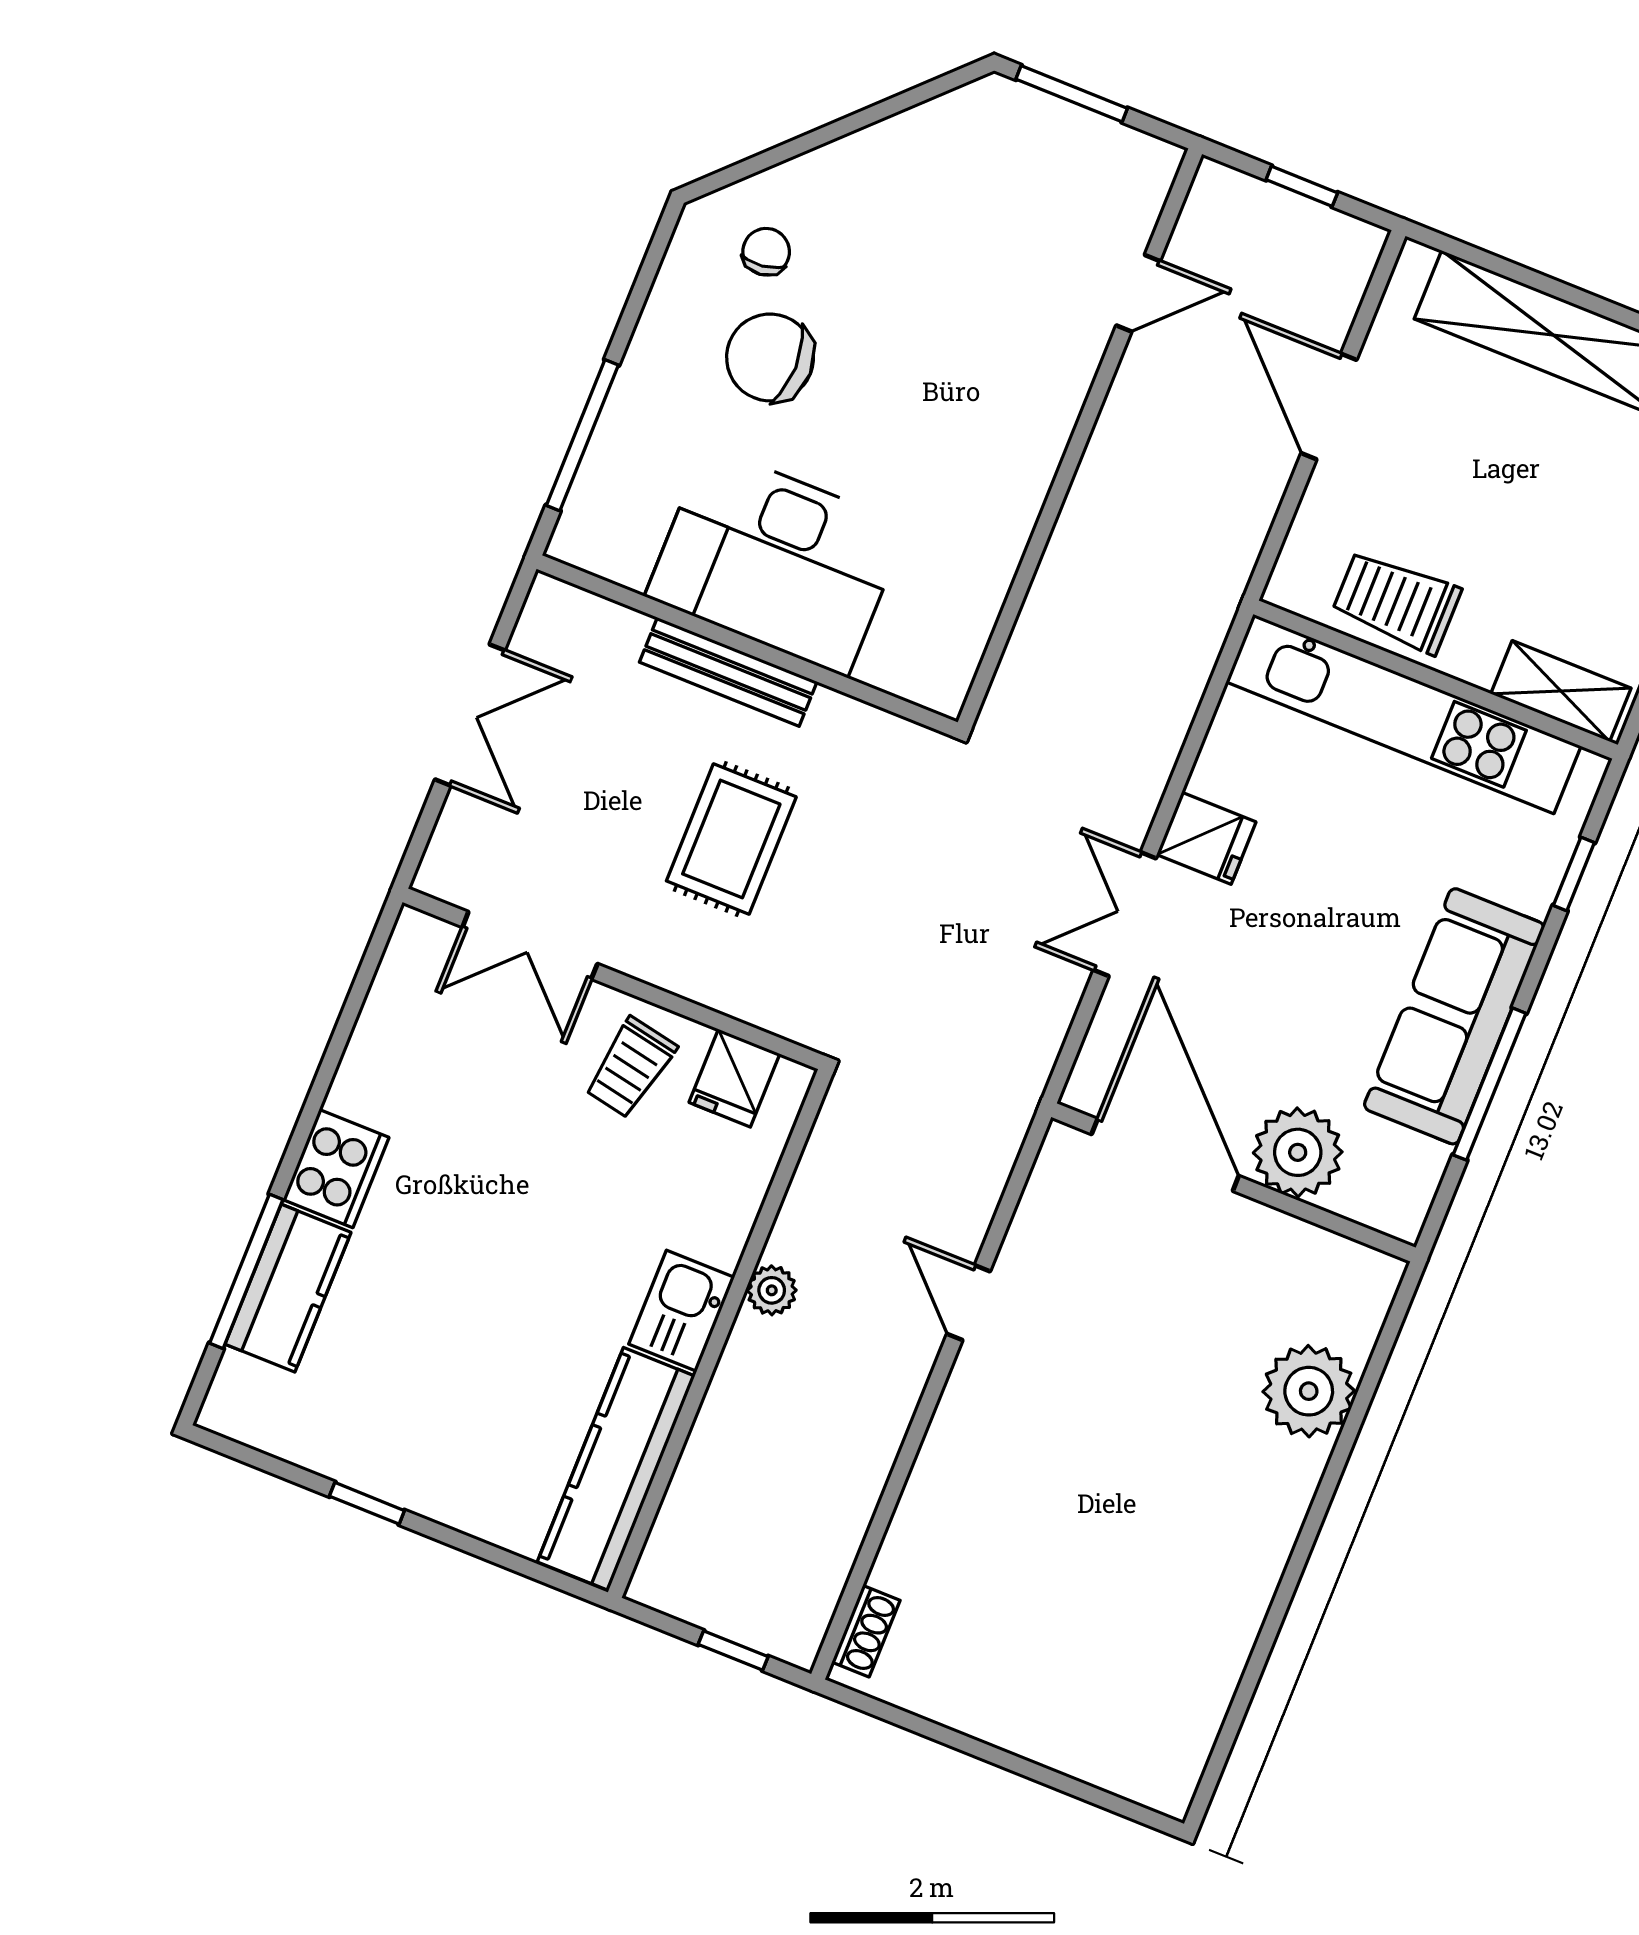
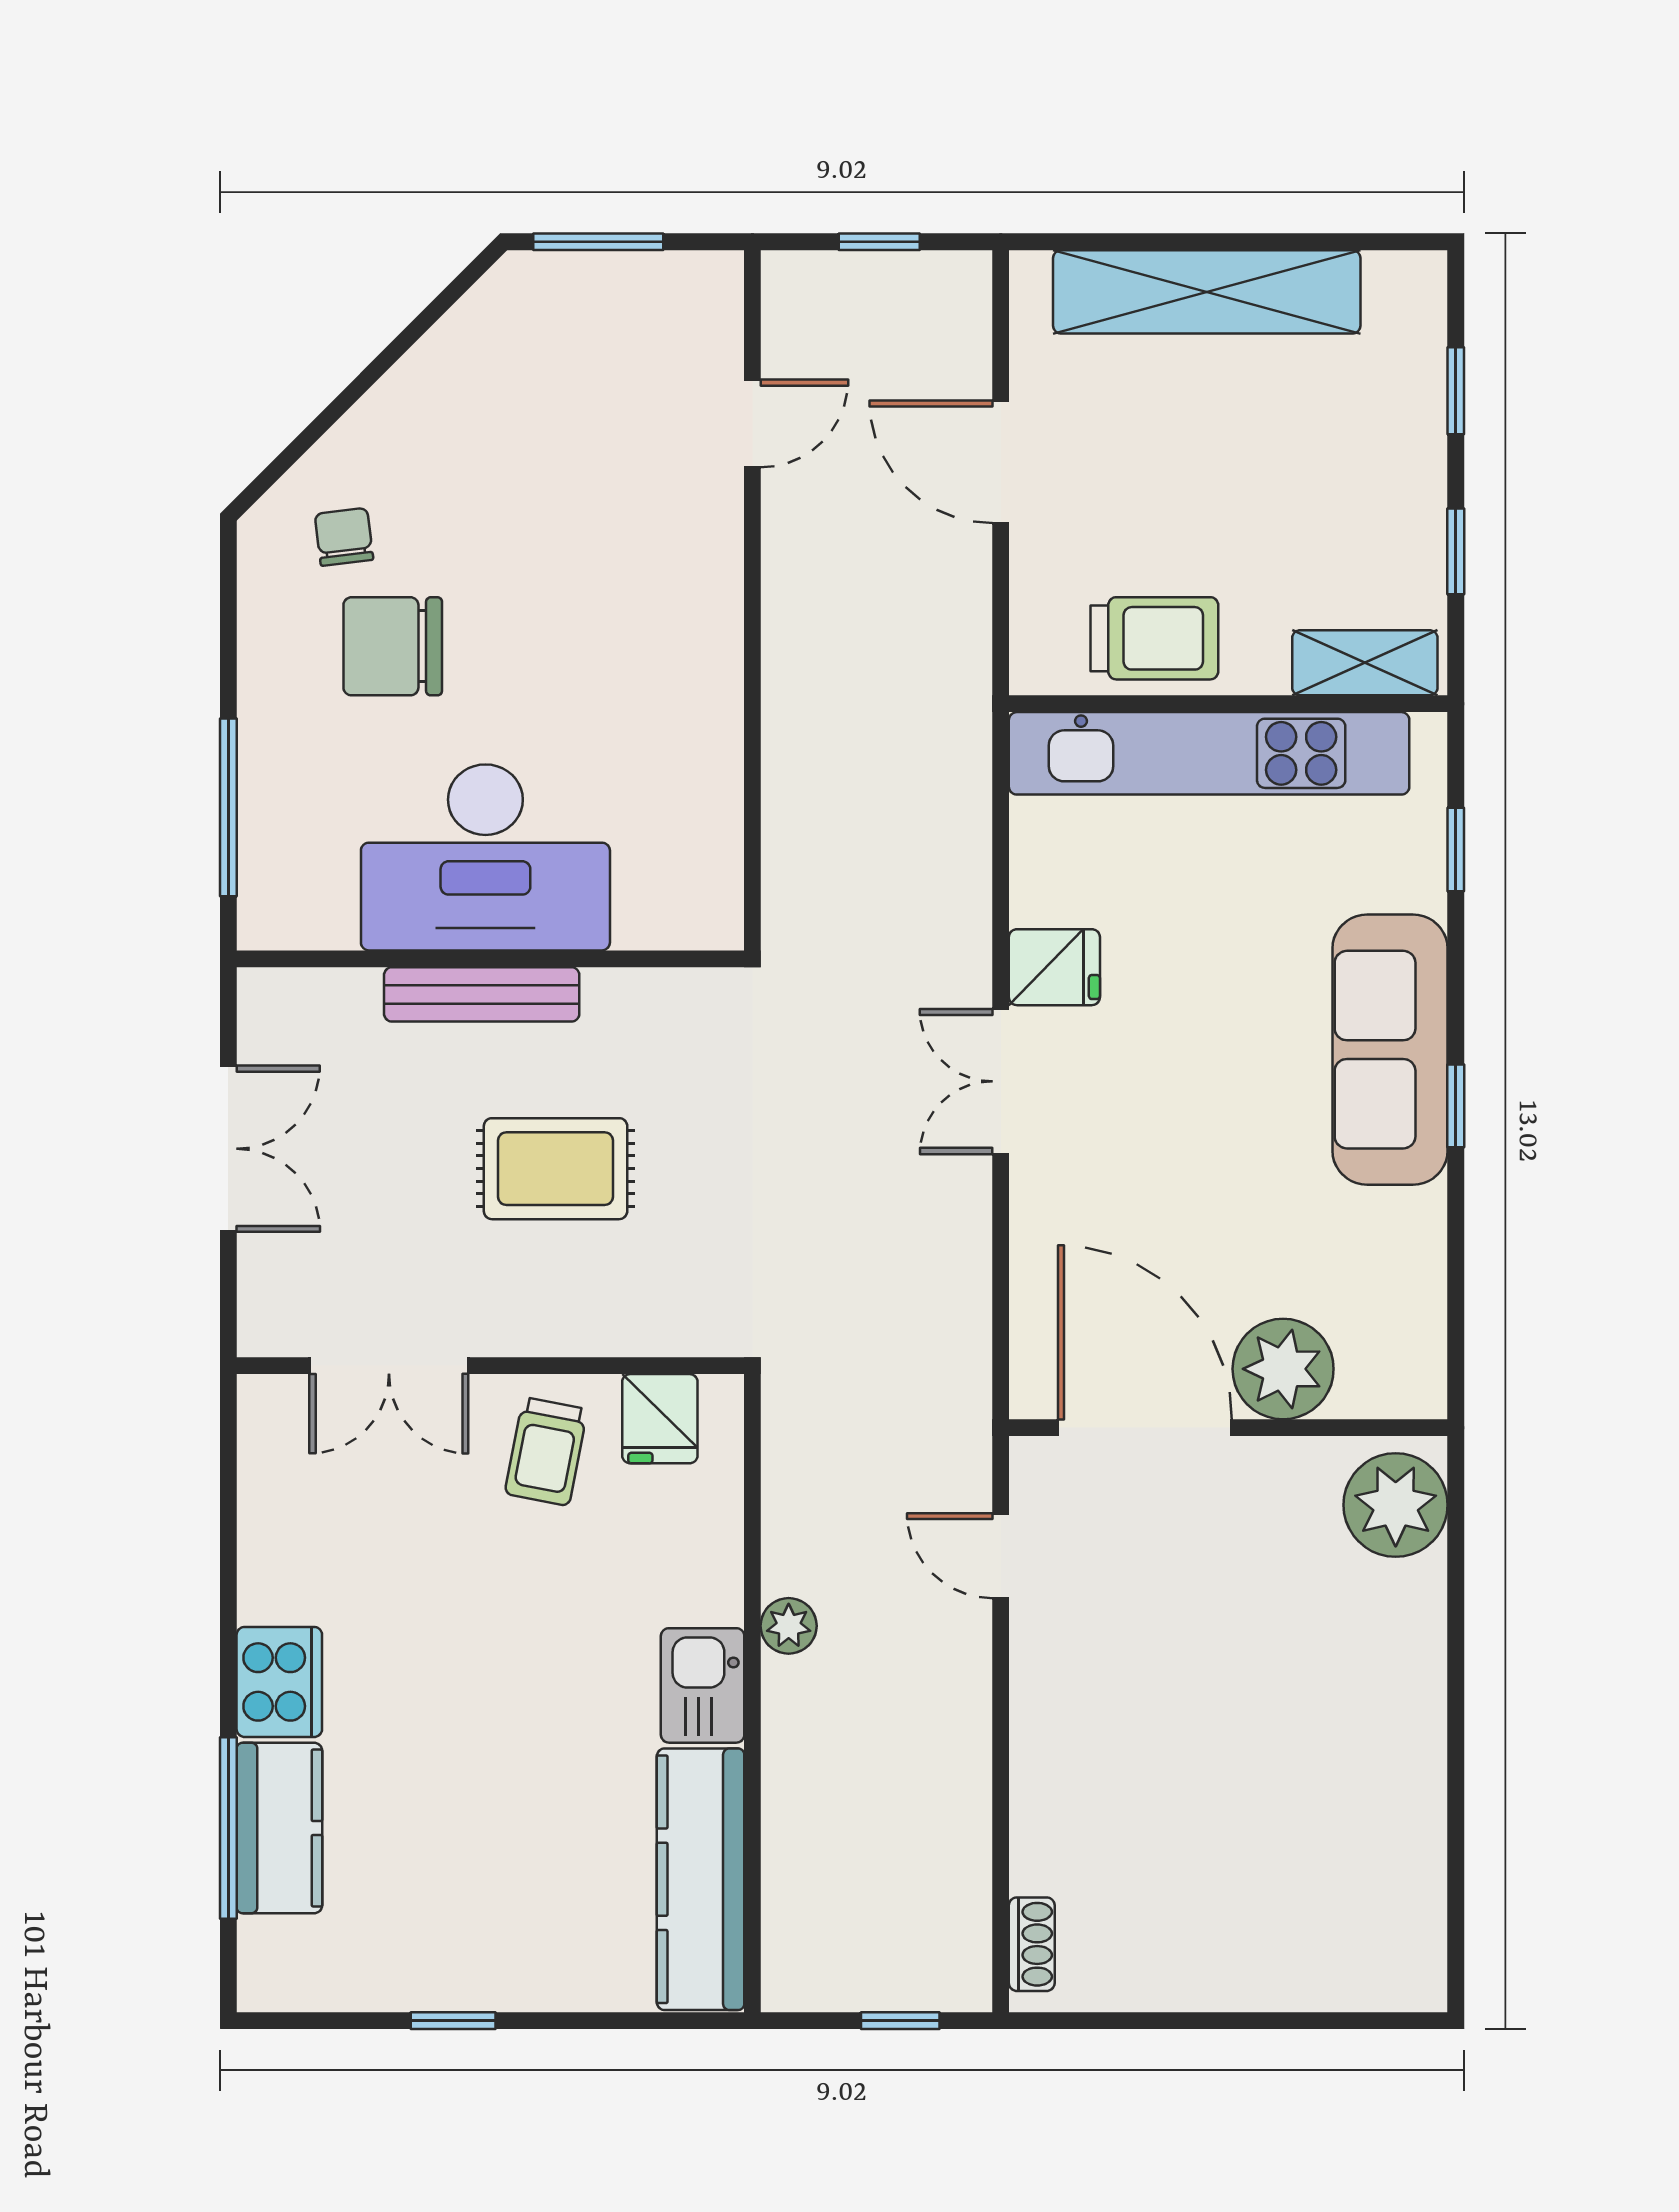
trolley: (1397, 602) -> (1154, 638), turned 180
rug: (731, 839) -> (556, 1169), turned 90
window: (1489, 1084) -> (1456, 1106), width x0.46
plant: (1298, 1152) -> (1283, 1369), moved
door: (1165, 1155) -> (1145, 1428), moved
wall: (1233, 1182) -> (1228, 1428), moved

